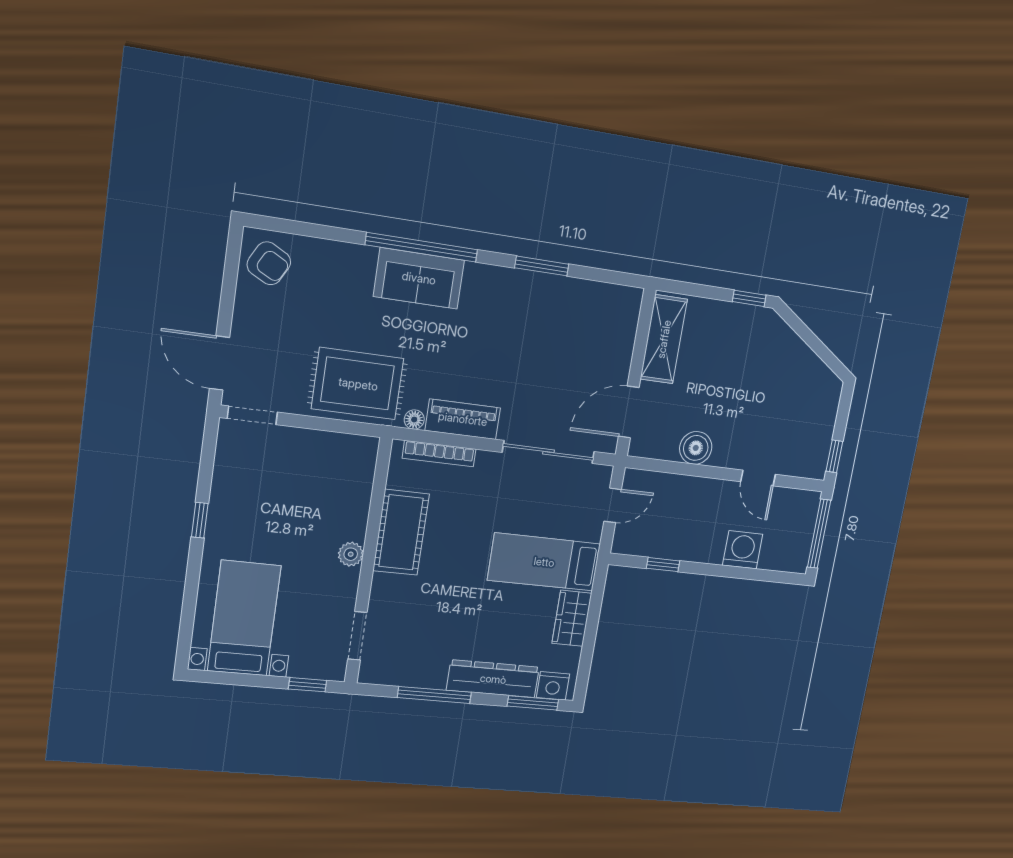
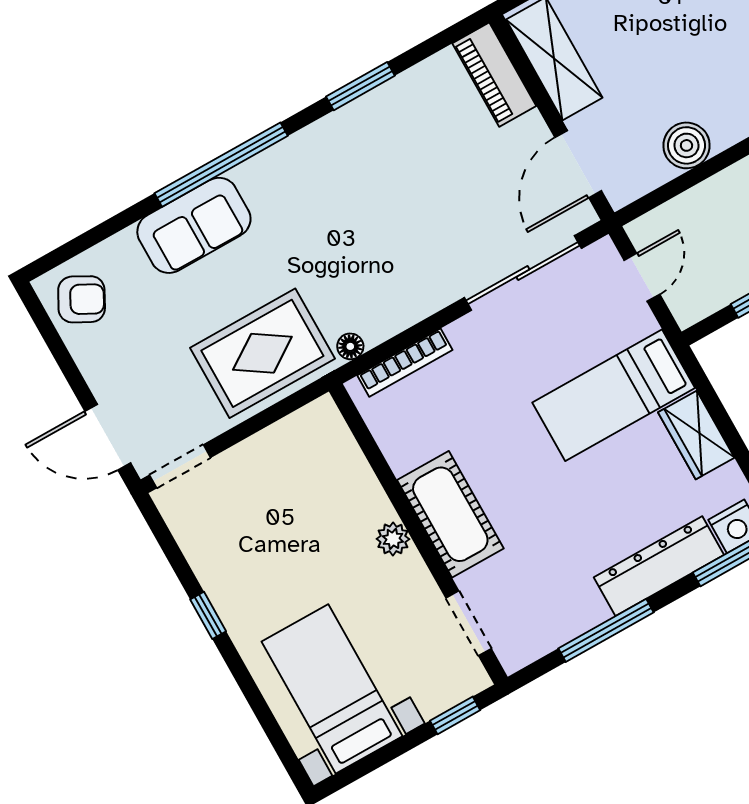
sofa: (419, 278) -> (194, 225), moved
piano: (463, 419) -> (494, 75), moved, turned -90
cot: (401, 532) -> (450, 514), moved

